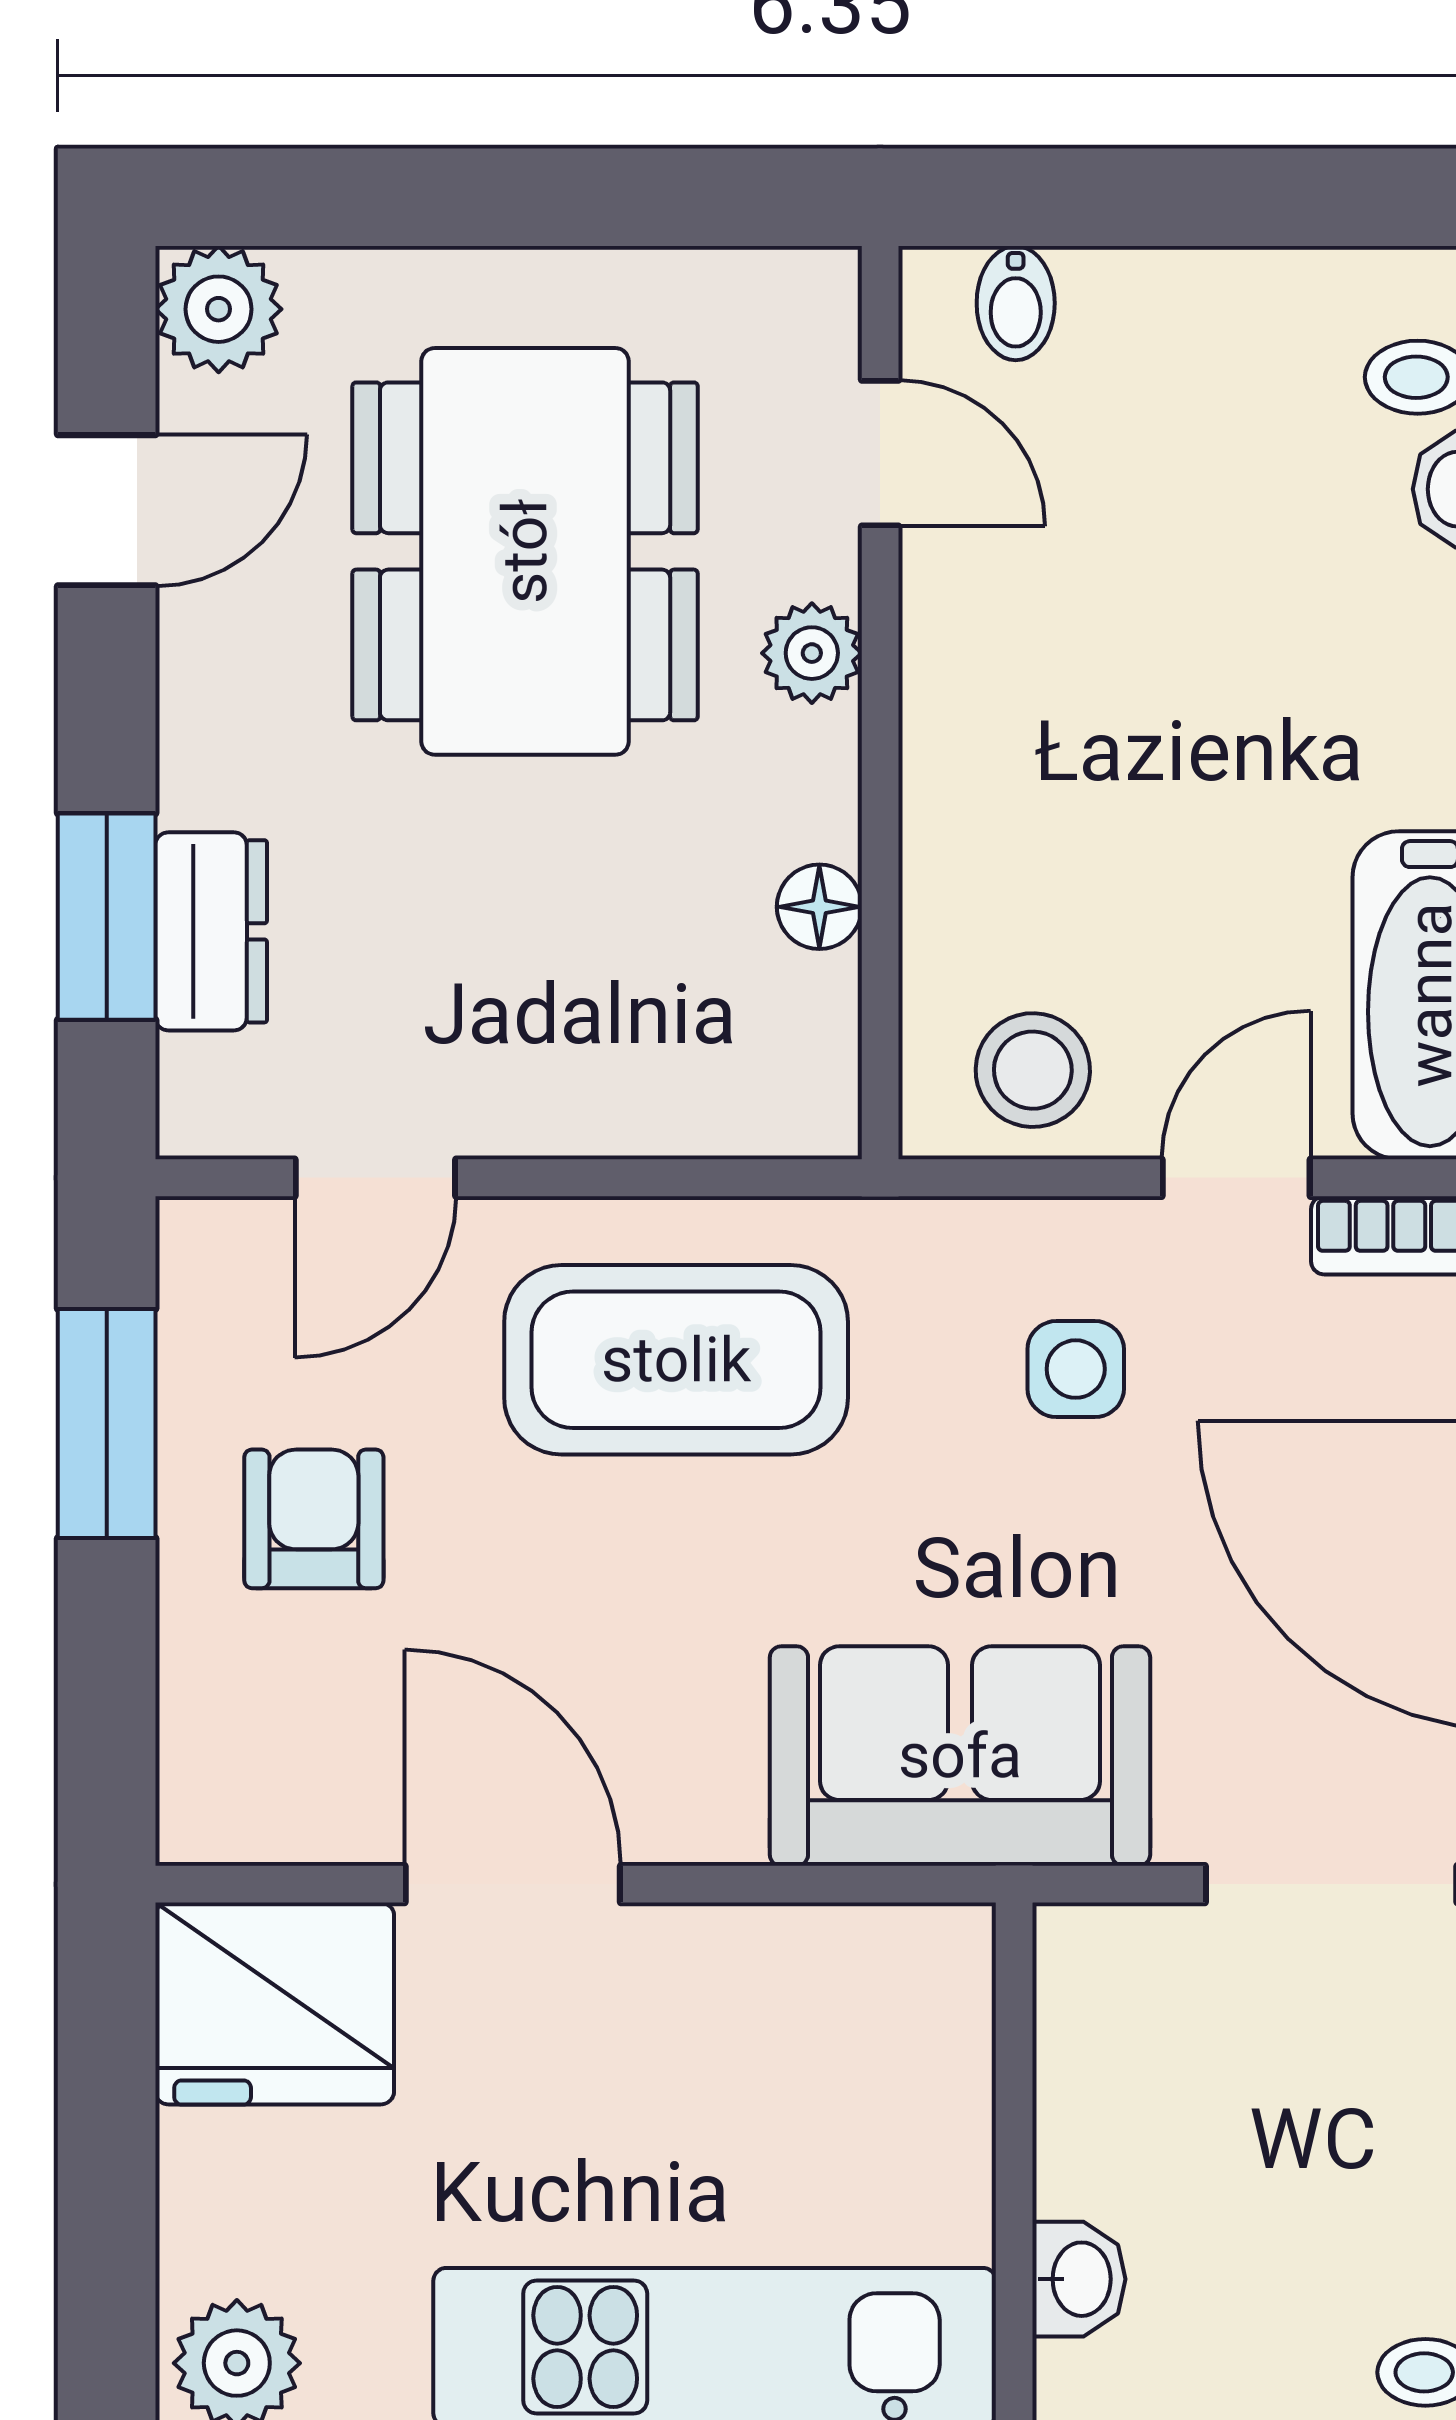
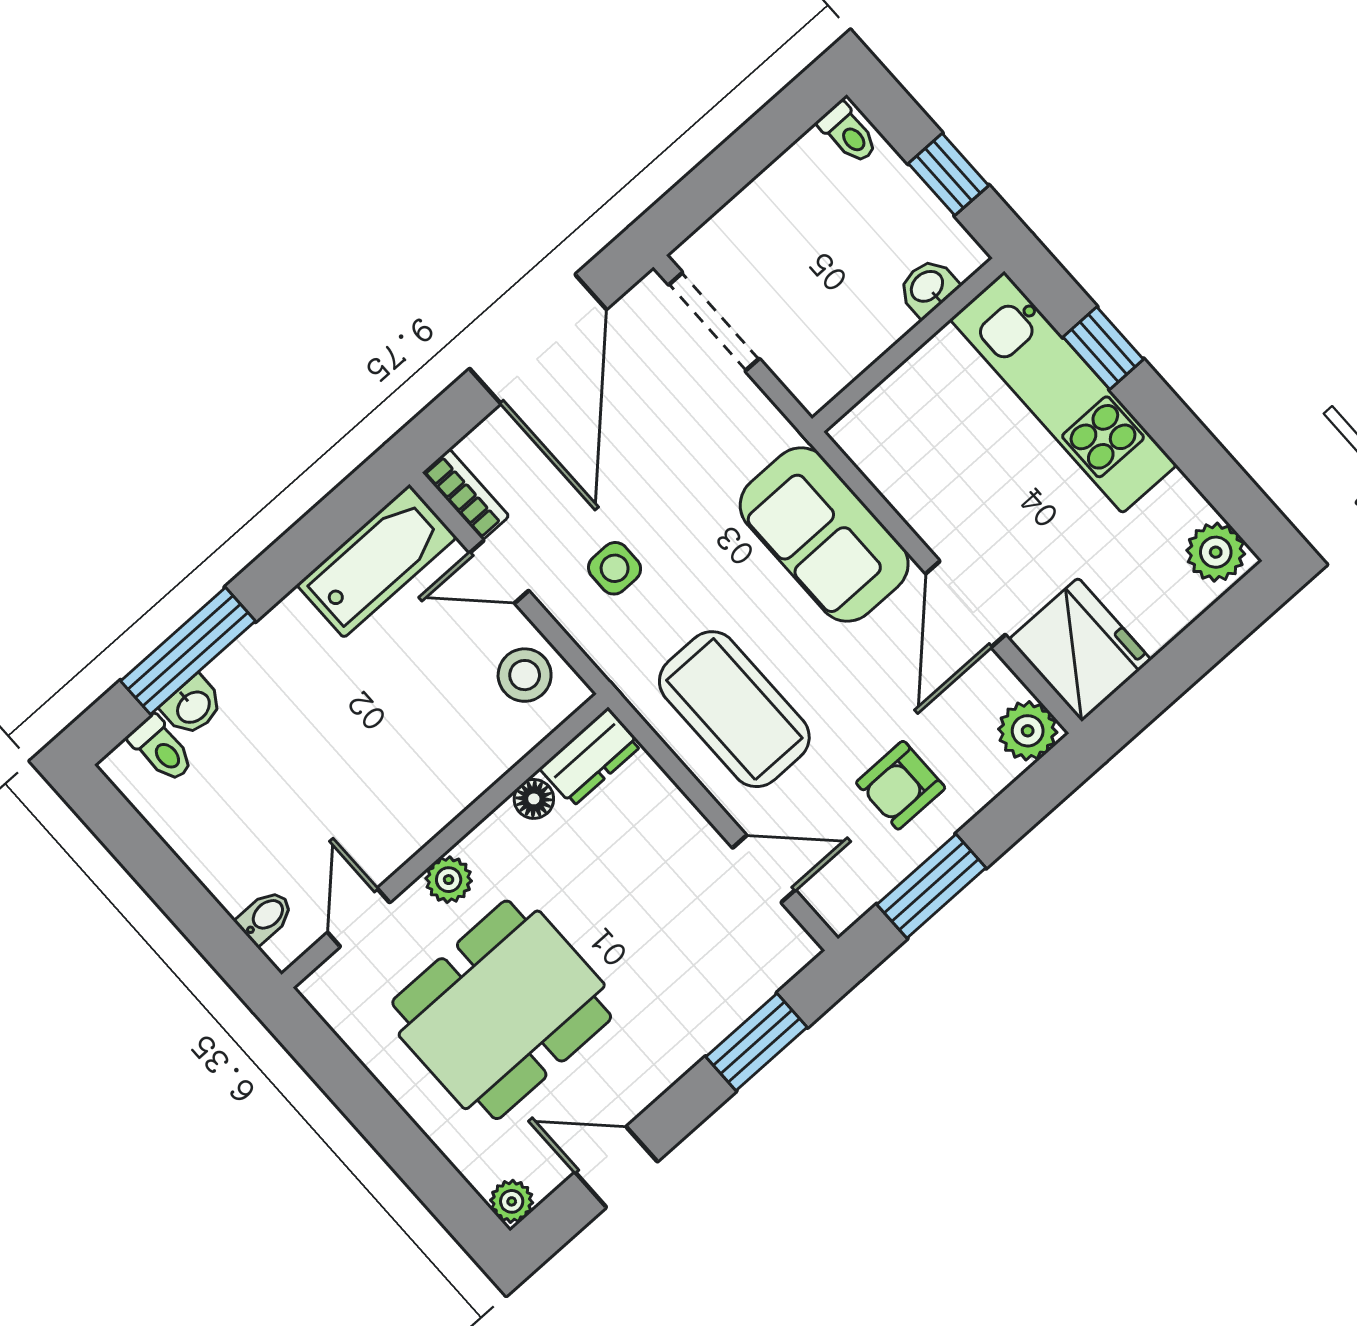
plant: (219, 309) -> (512, 1201), width x0.73, depth x0.73
dresser: (211, 931) -> (590, 757), moved, turned 180
sofa: (960, 1756) -> (824, 535), moved
plant: (219, 1802) -> (1028, 731), added

